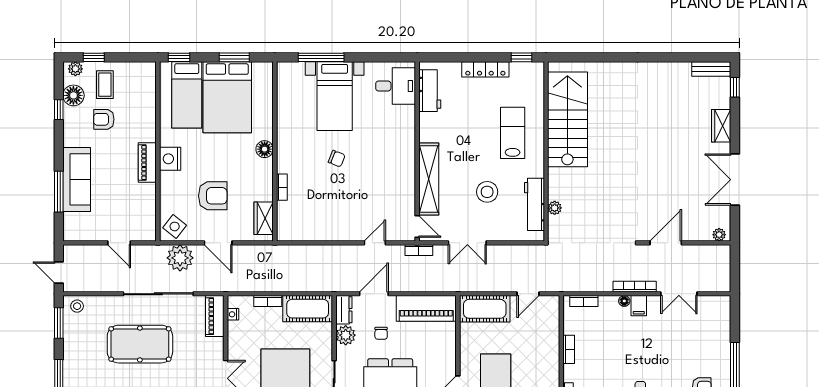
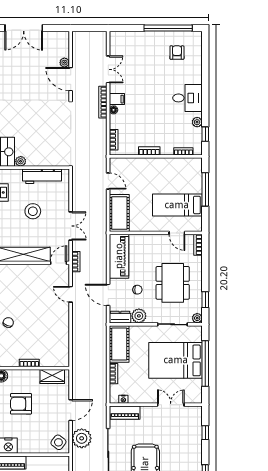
armchair: (213, 196) -> (21, 404), moved, turned -90
plant: (555, 208) -> (21, 161), moved
plant: (719, 235) -> (64, 63), moved

